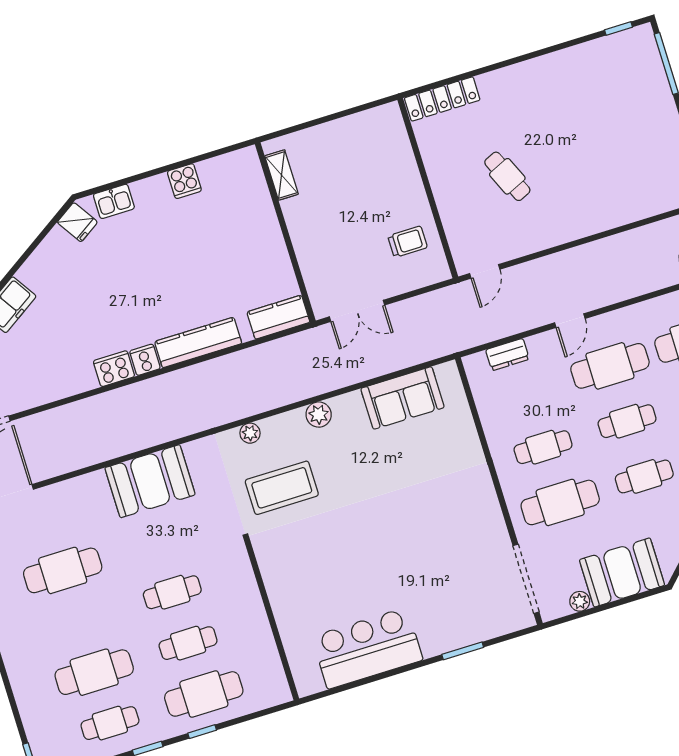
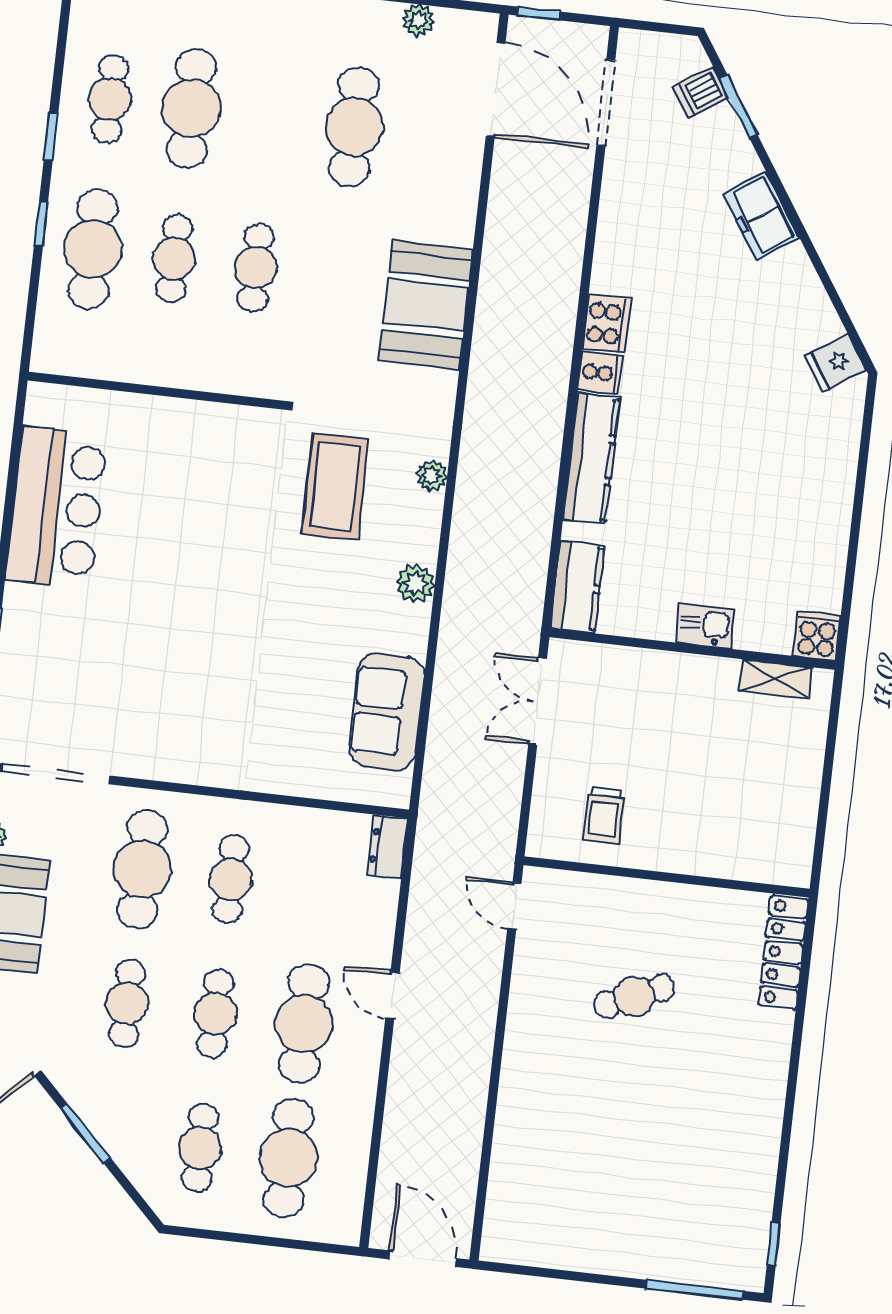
cooker: (184, 181) -> (817, 636), moved, turned 90
kitchen sink: (114, 201) -> (705, 626), moved, turned 90
dresser: (507, 355) -> (388, 847), moved

